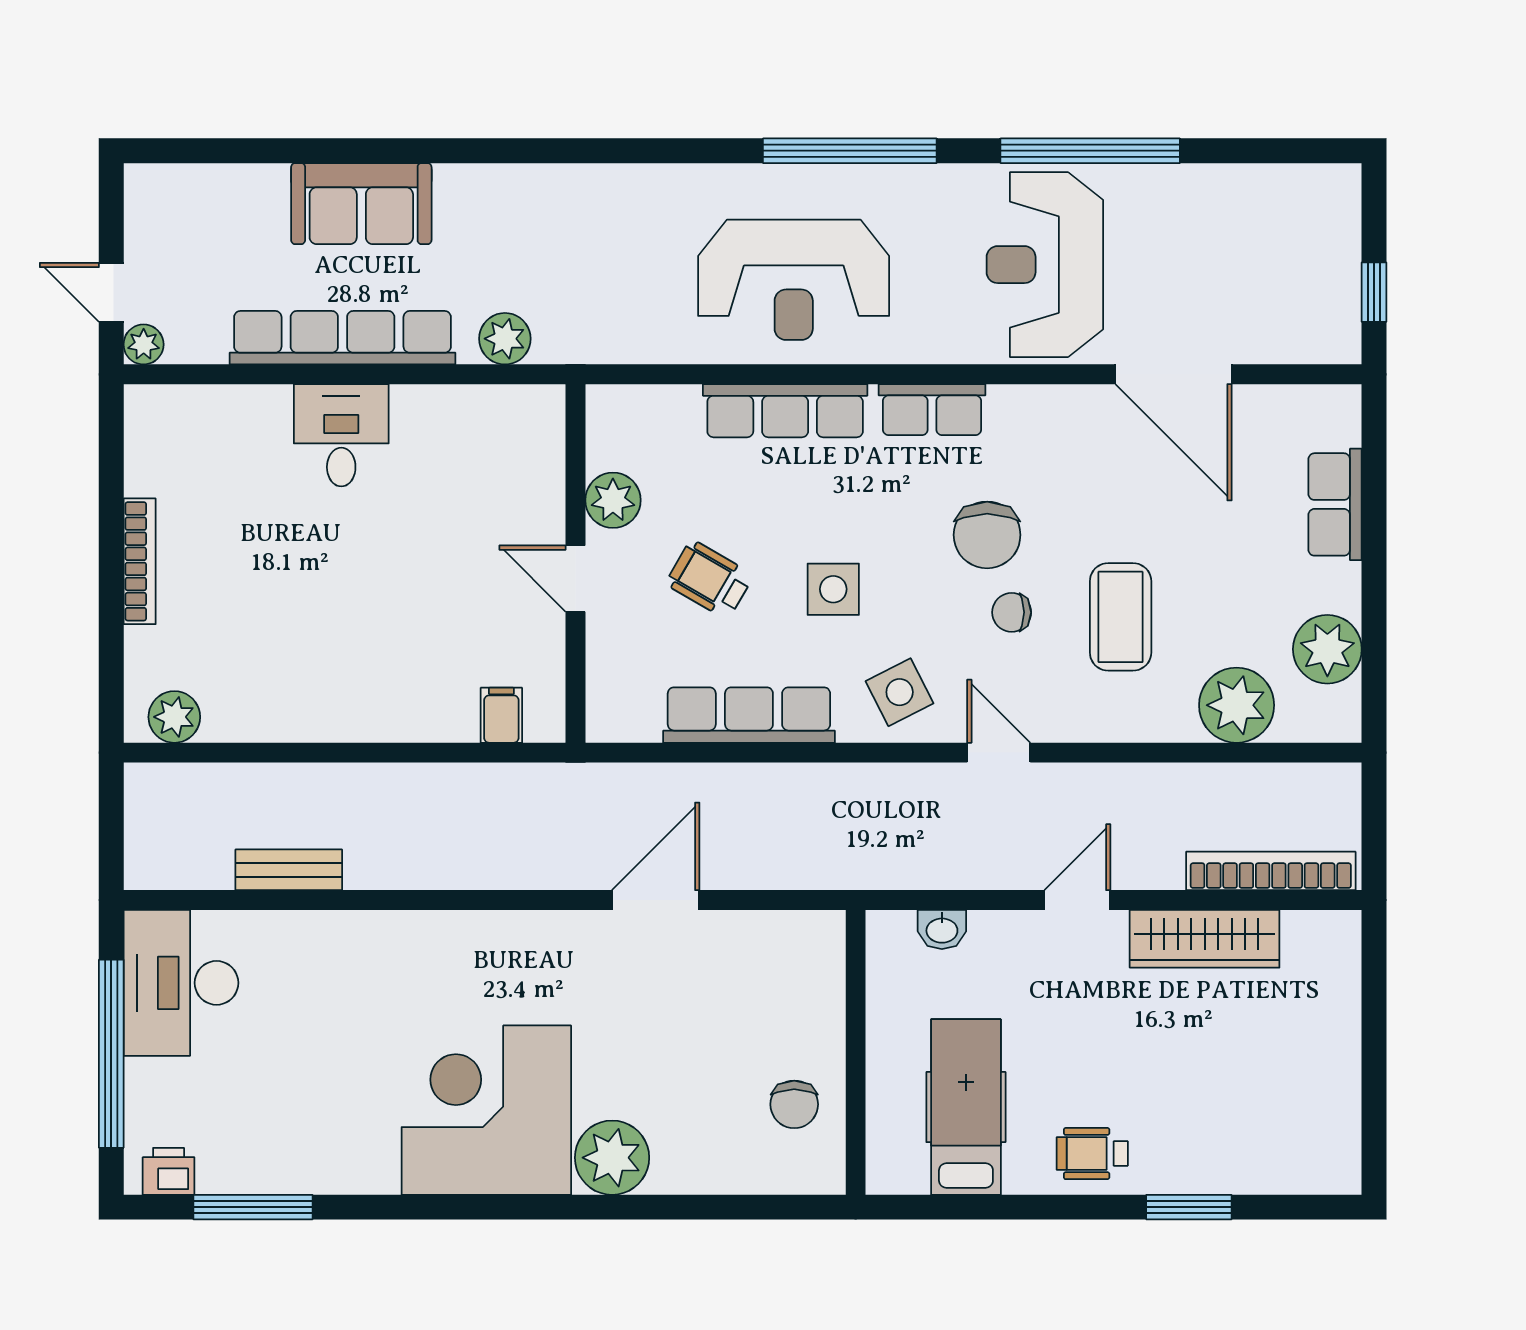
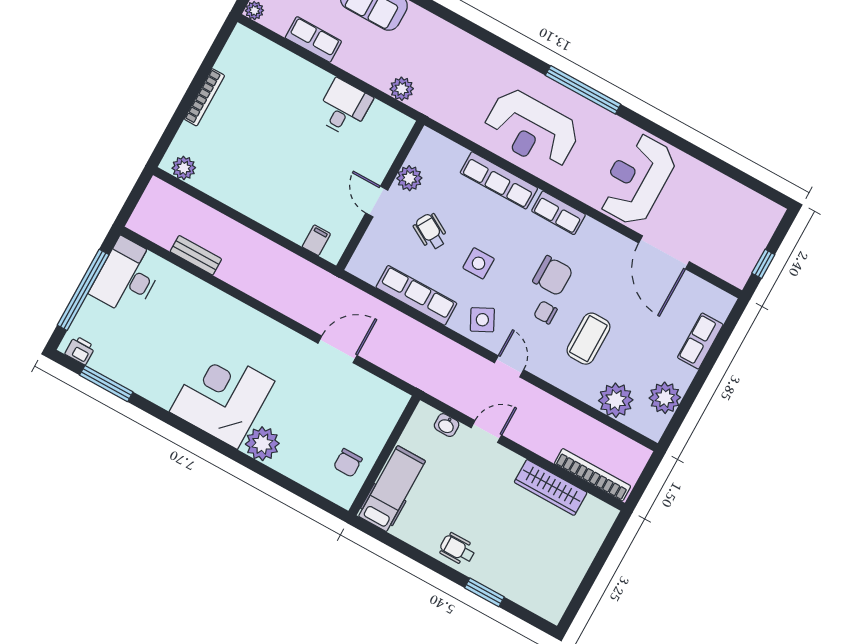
window: (1090, 151) -> (680, 143), removed
row of seats: (343, 338) -> (313, 39), width x0.50
desk: (341, 435) -> (344, 108), moved
chair: (987, 535) -> (553, 276), turned -90
door: (1077, 900) -> (486, 431), moved
hospital bed: (966, 1107) -> (392, 489), moved

